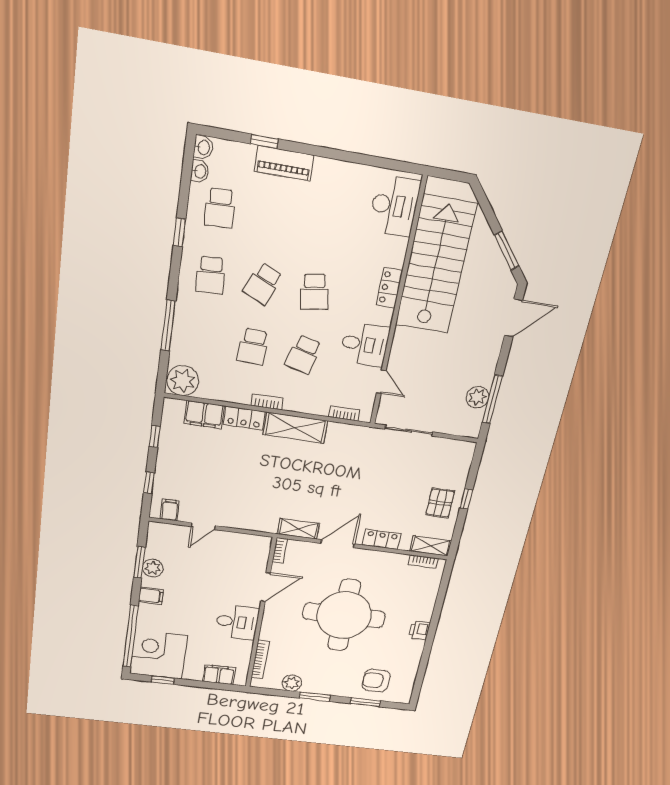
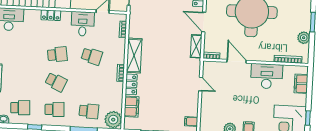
school desk: (253, 347) -> (89, 111), moved
door: (203, 526) -> (201, 84), moved
desk: (237, 622) -> (267, 76), width x1.37

